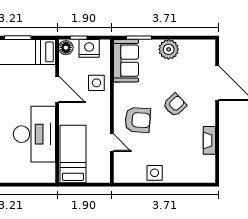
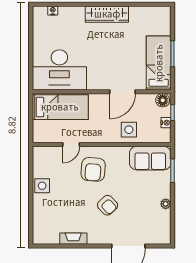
nightstand: (89, 48) -> (166, 123), width x0.53, depth x0.56
plant: (169, 49) -> (166, 204), width x0.53, depth x0.53
desk: (34, 134) -> (59, 70), moved

